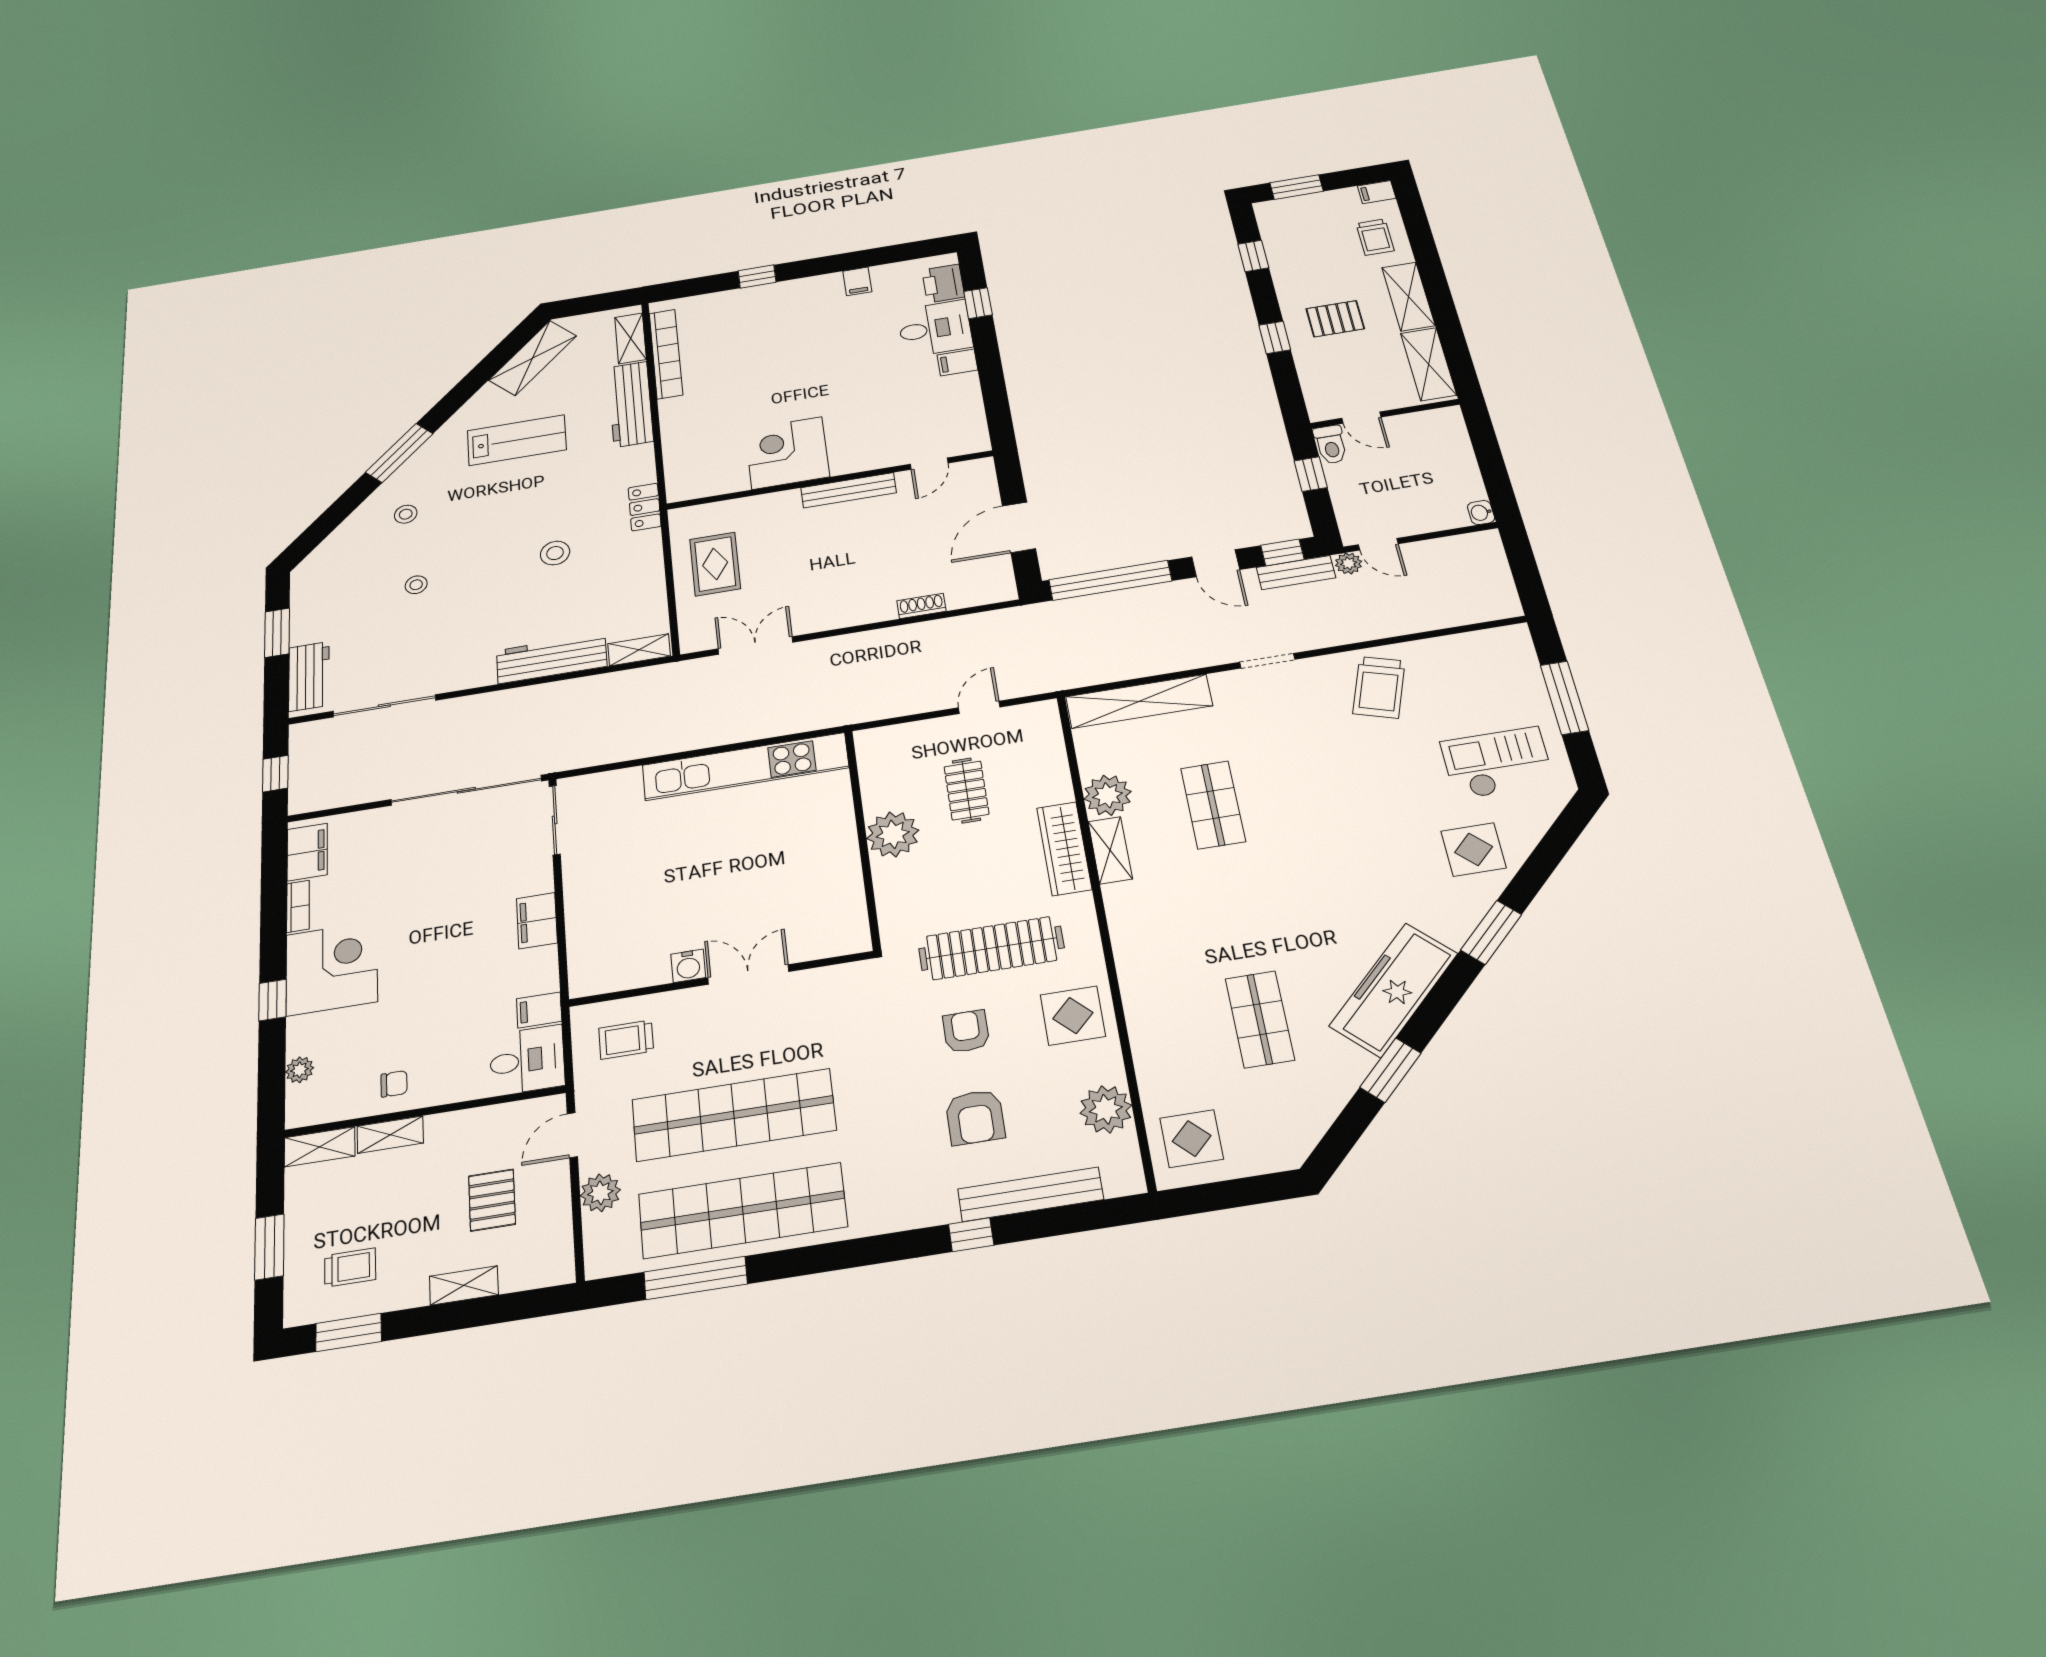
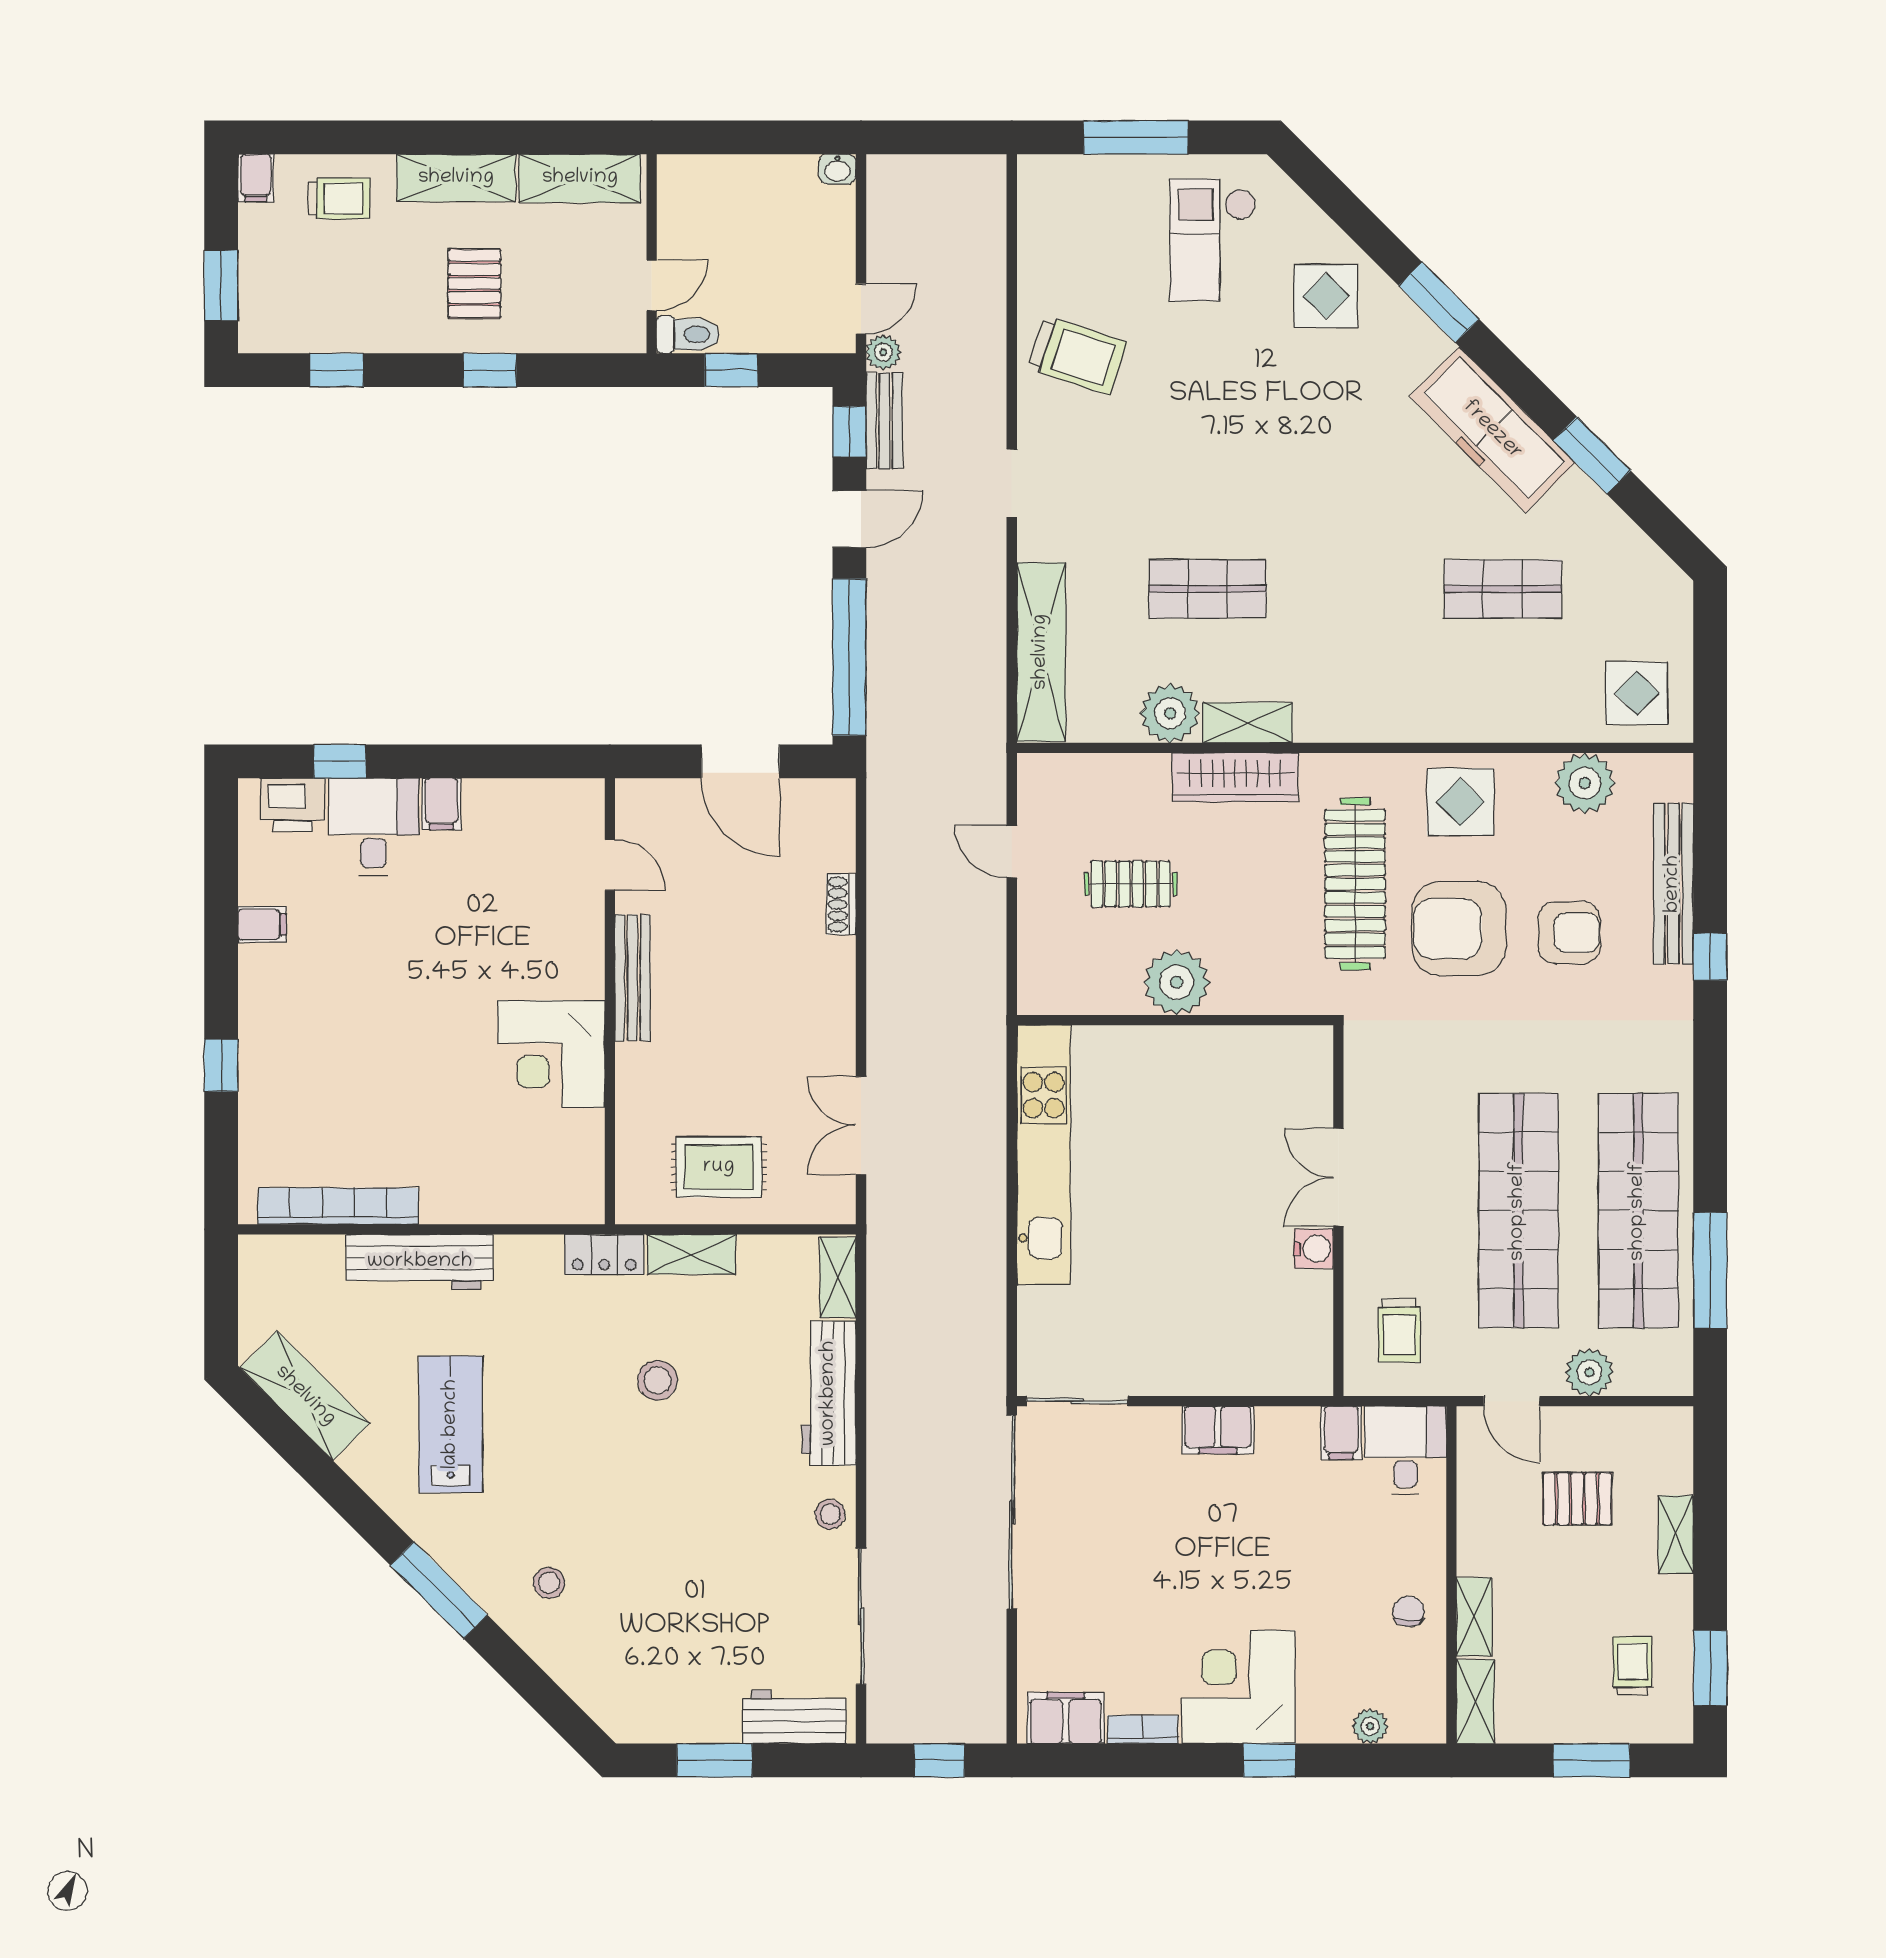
shelving: (630, 338) -> (692, 1254), moved
stool: (416, 585) -> (830, 1514), moved
armchair: (966, 1031) -> (1459, 929), width x1.88, depth x1.88

